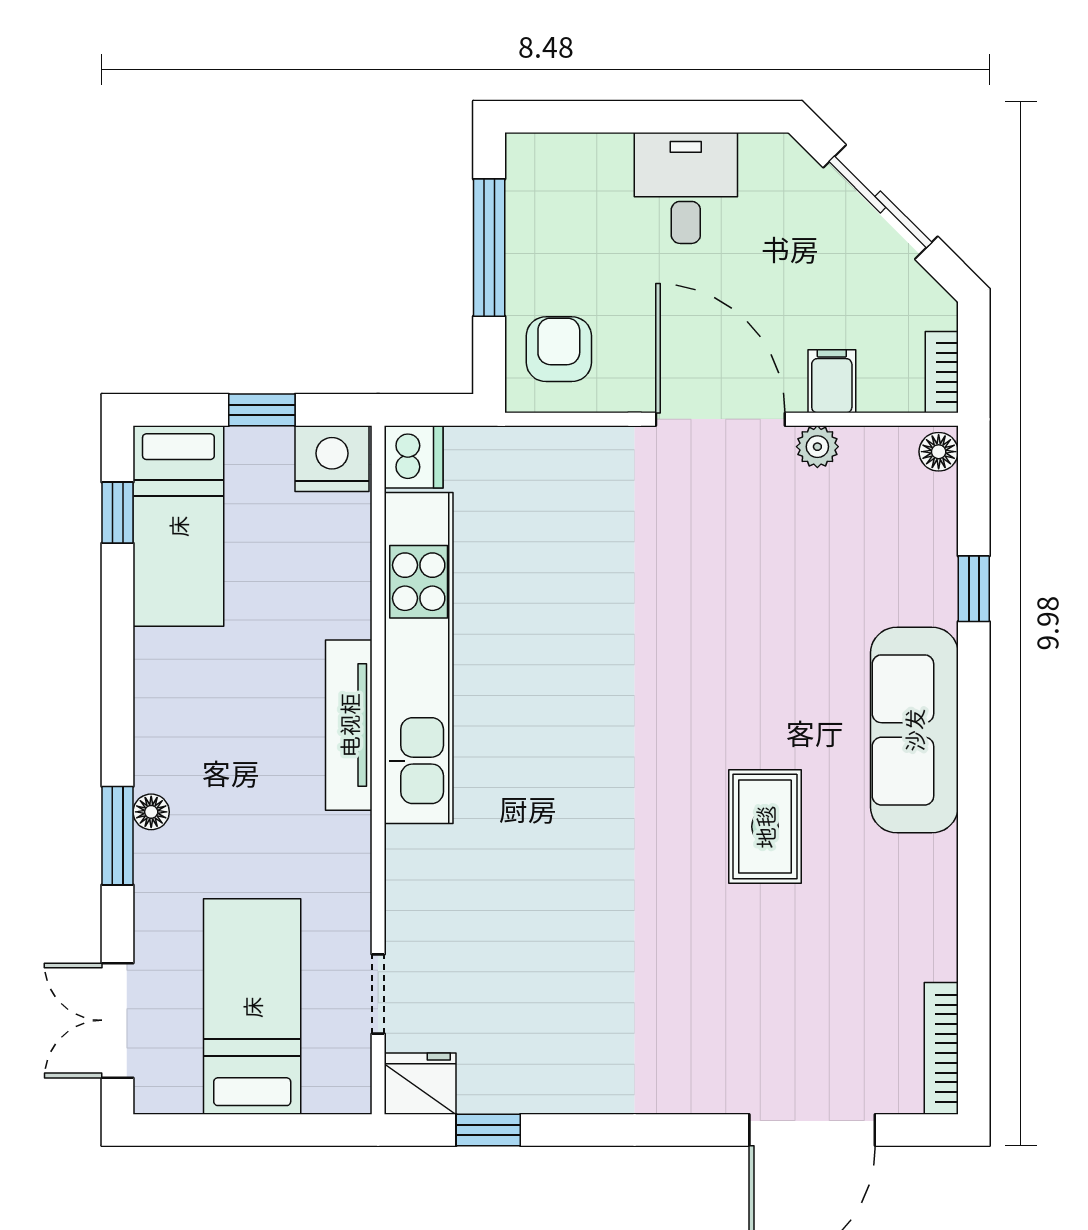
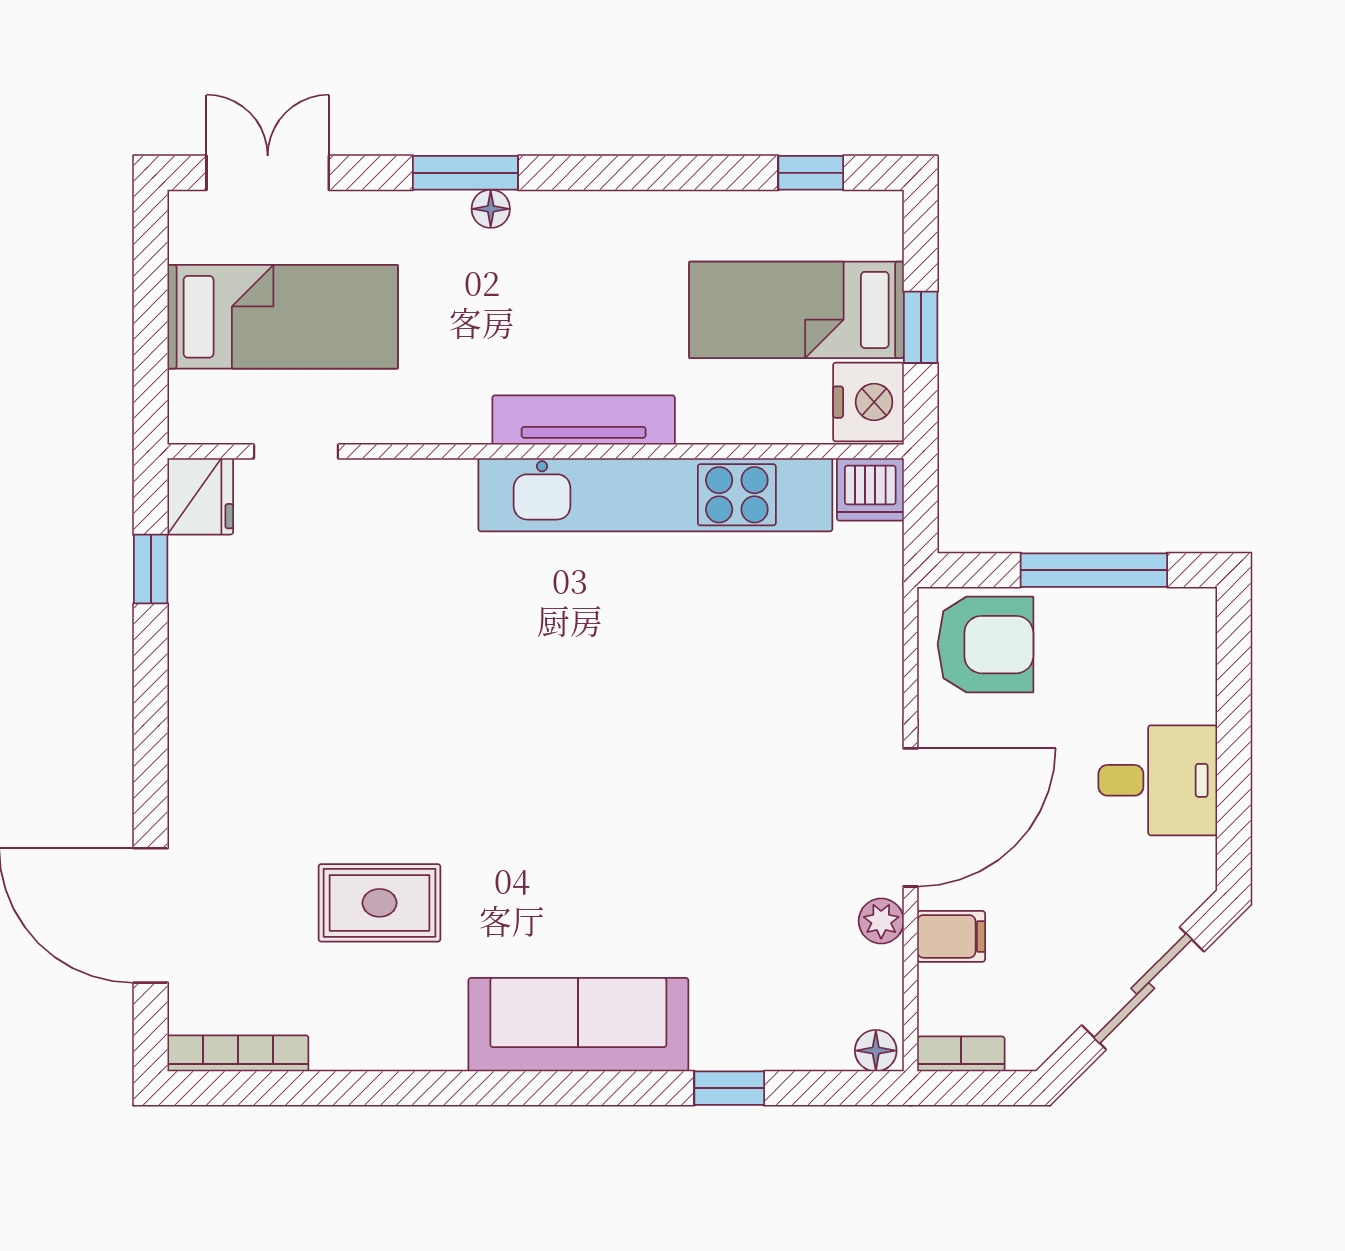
armchair: (559, 349) -> (985, 645), width x1.38, depth x1.38
bed: (178, 526) -> (796, 310), moved
rug: (765, 827) -> (380, 903), moved

